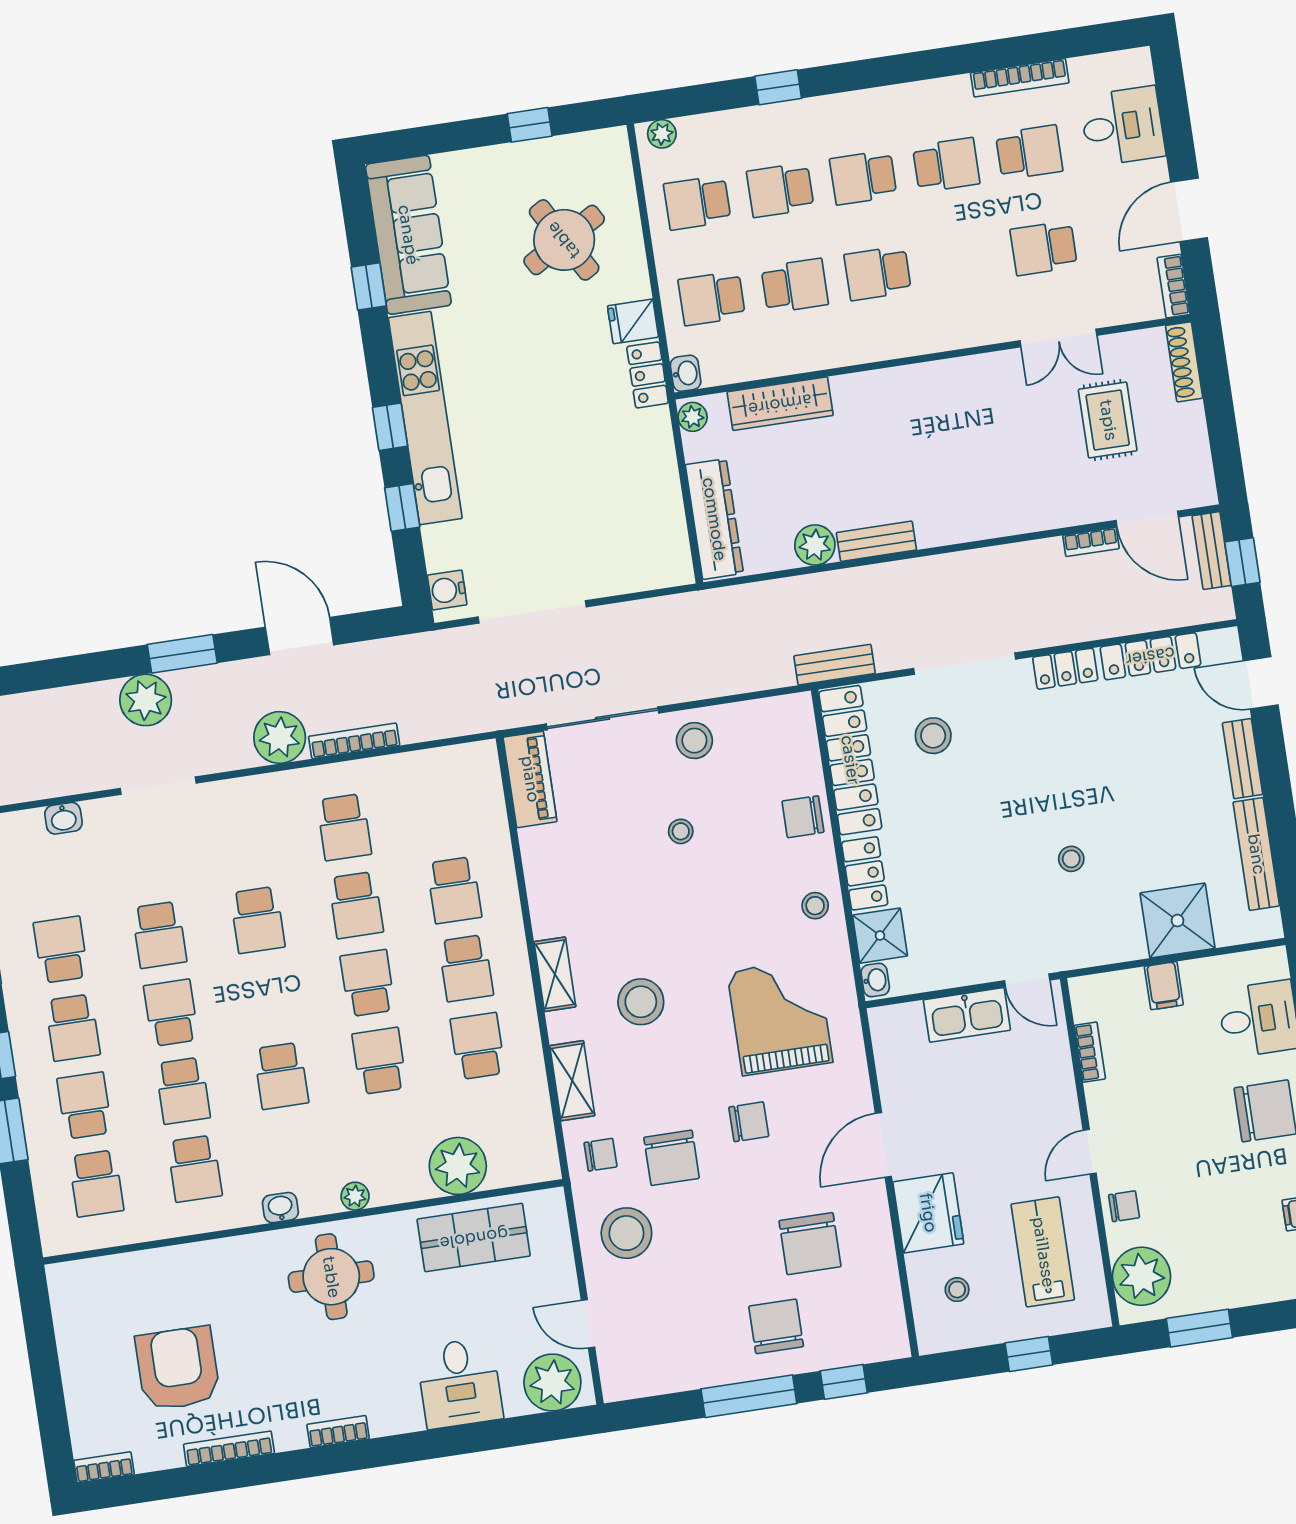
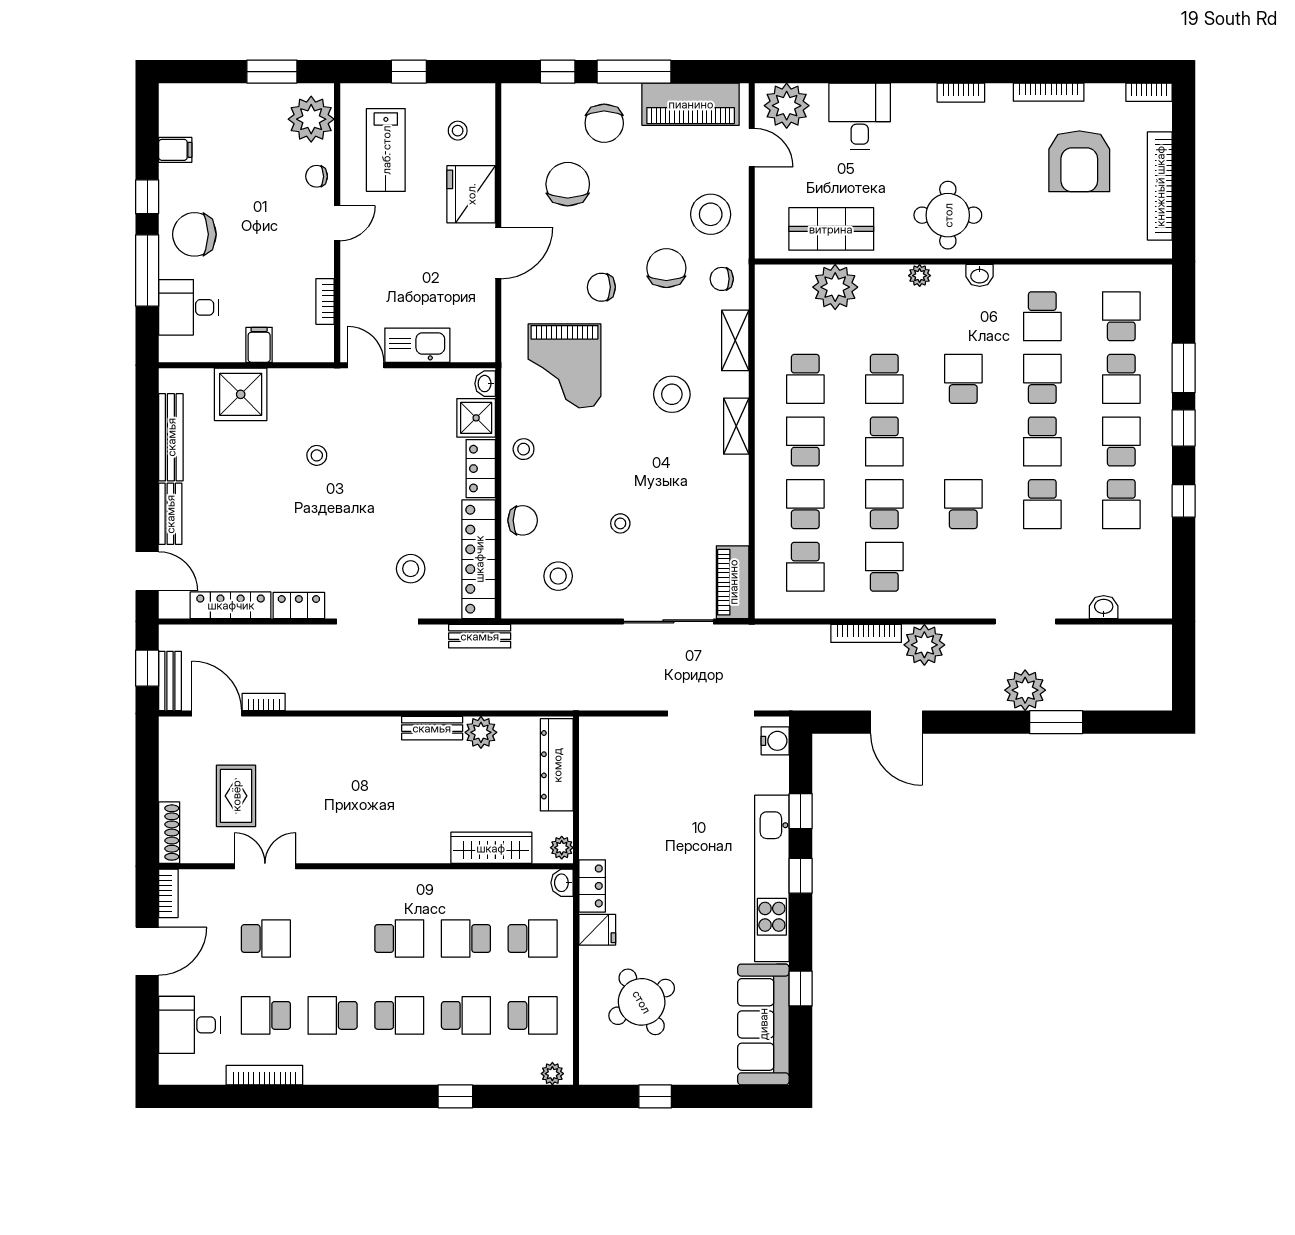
window: (182, 654) -> (1056, 722), moved
stool: (694, 741) -> (558, 576), moved
school desk: (442, 812) -> (805, 567), added
school desk: (159, 935) -> (1042, 504), turned 180
school desk: (195, 1169) -> (1042, 316), turned 180
bookcase: (73, 1353) -> (1160, 186), added
piano: (672, 1366) -> (691, 104), added

